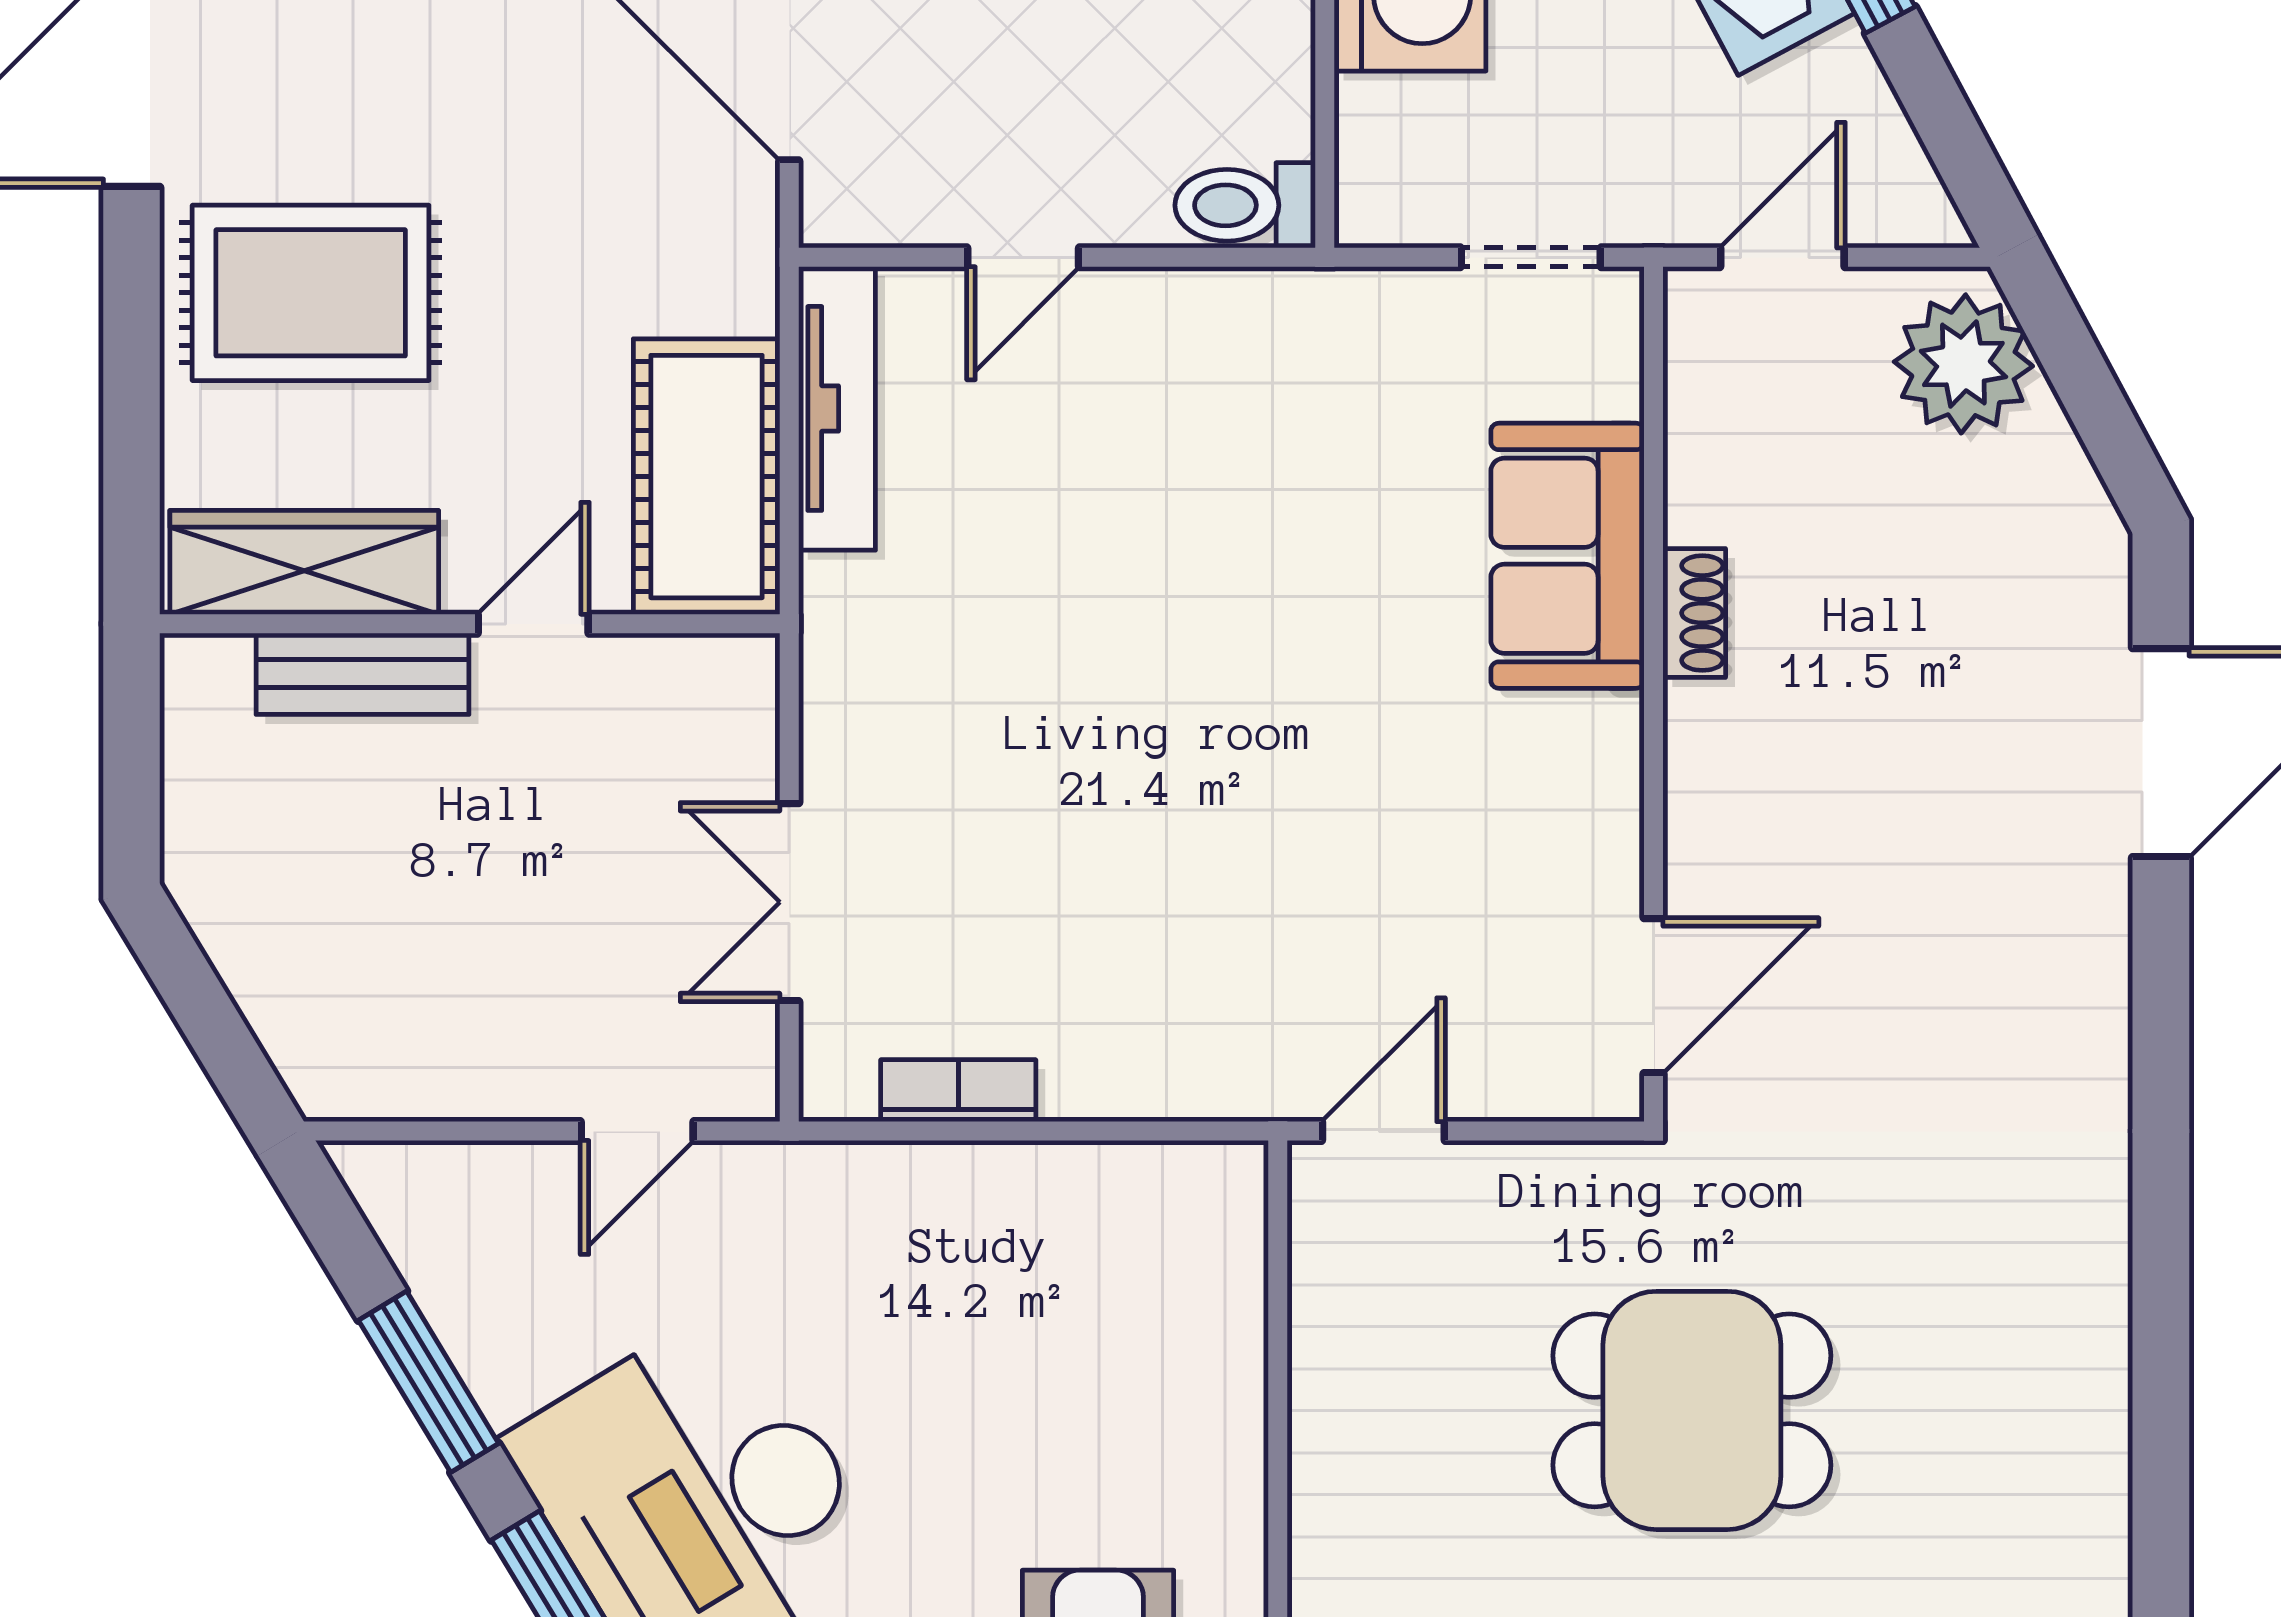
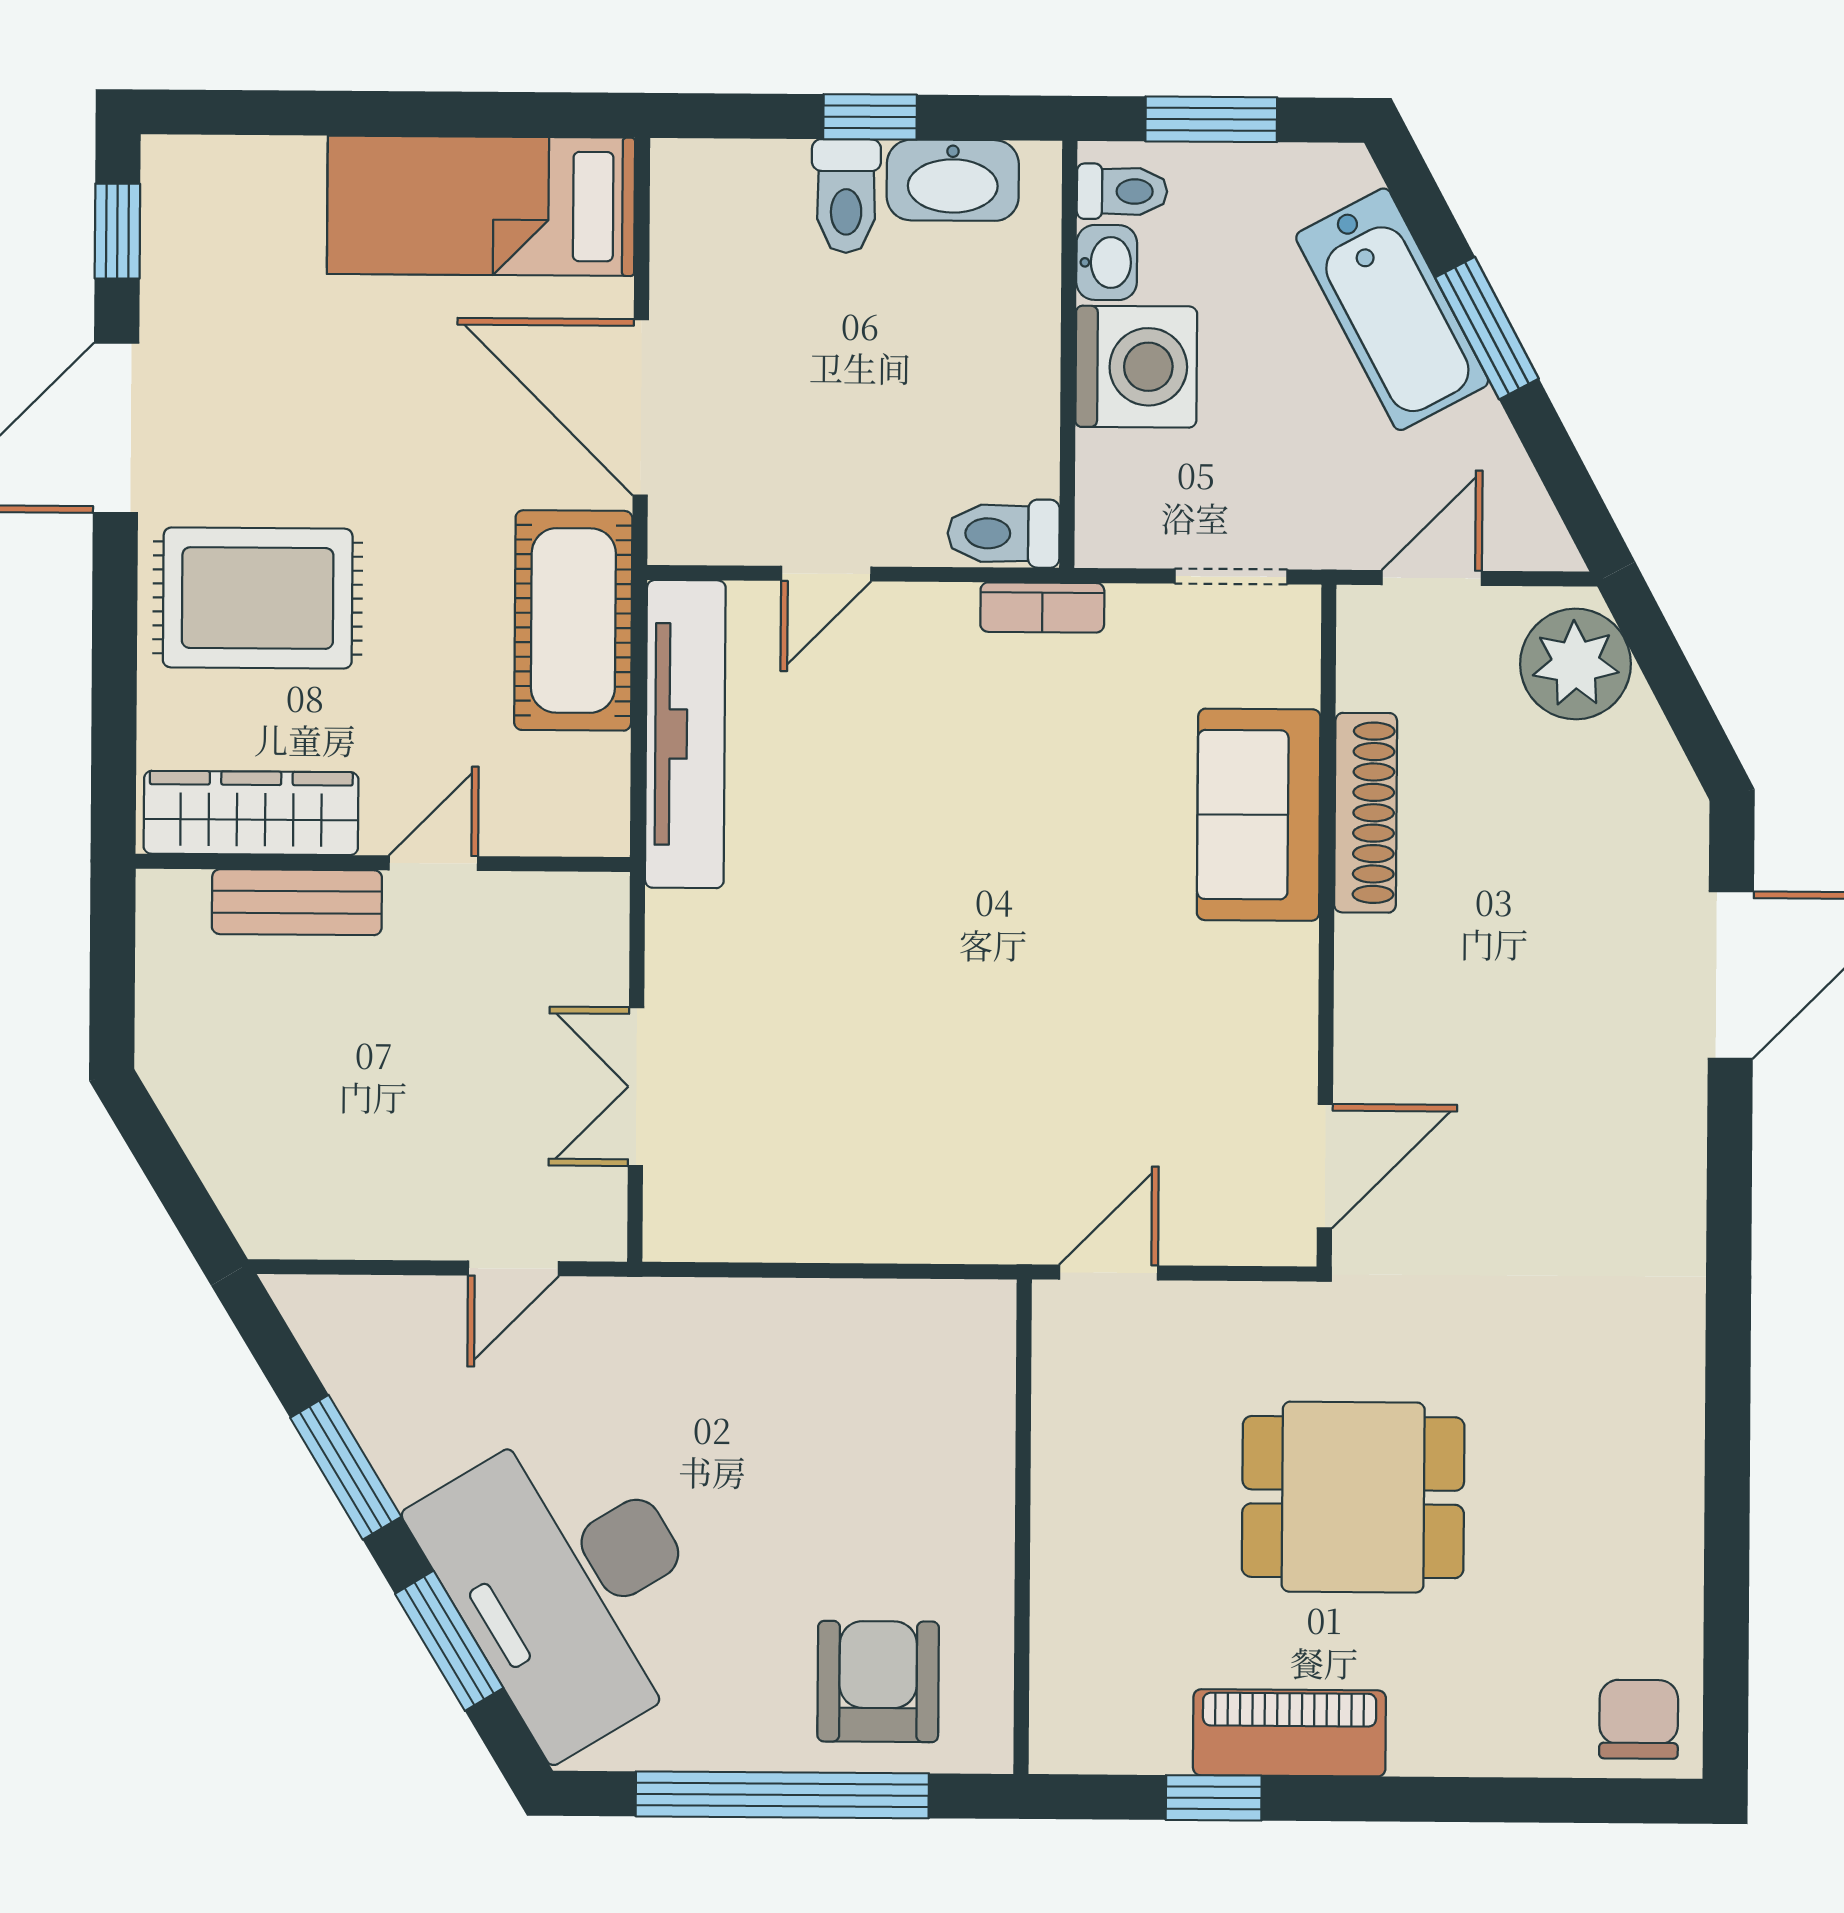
tv unit: (837, 408) -> (685, 734), width x1.36, depth x1.29
cot: (707, 477) -> (573, 620), moved
shoe rack: (1694, 613) -> (1366, 813), width x1.94, depth x1.24
bookcase: (958, 1091) -> (1042, 607), moved, turned 180

